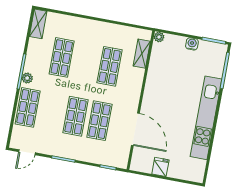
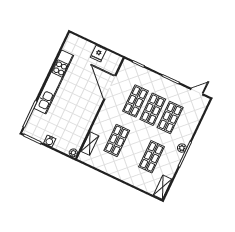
shop shelf: (28, 107) -> (170, 117), moved

